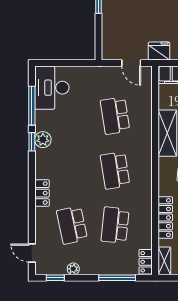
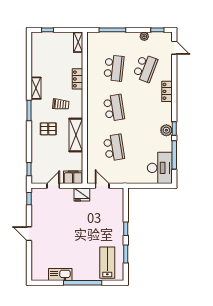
locker: (165, 218) -> (77, 79), width x0.66
school desk: (72, 225) -> (145, 68), turned 33
locker: (146, 262) -> (92, 41), removed

